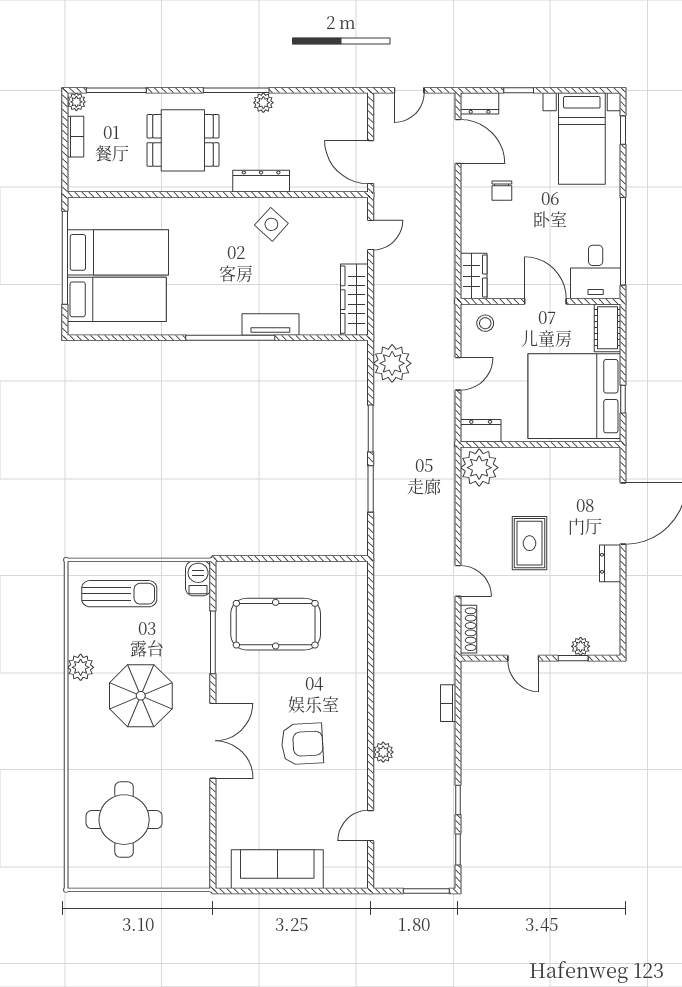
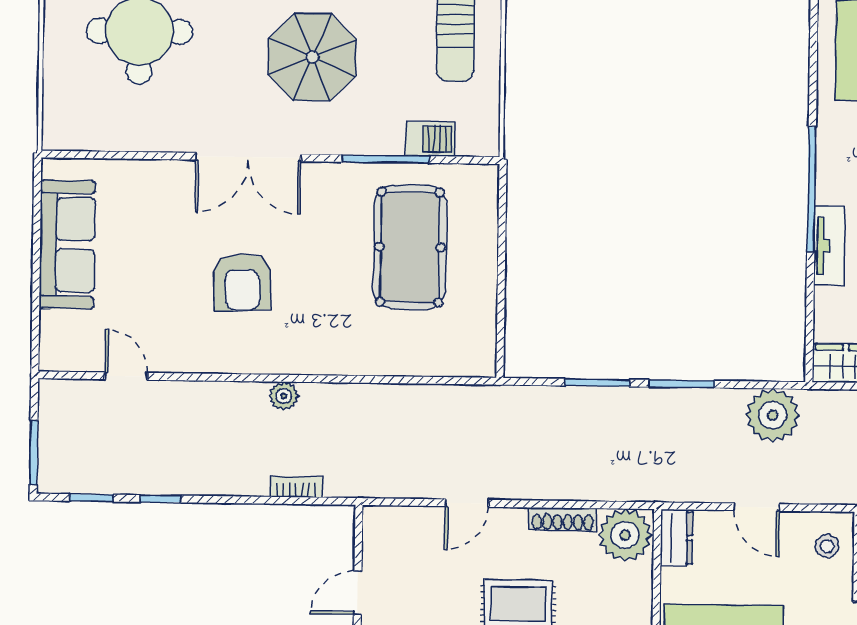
barbecue: (198, 578) -> (430, 139), moved
shoe rack: (469, 629) -> (563, 519), moved
plant: (383, 752) -> (284, 396), moved

